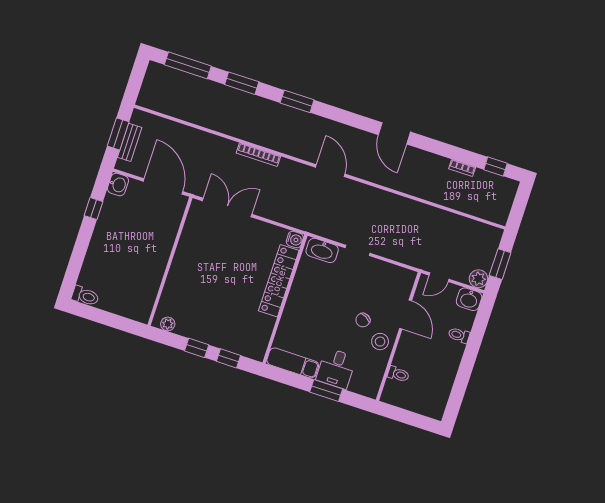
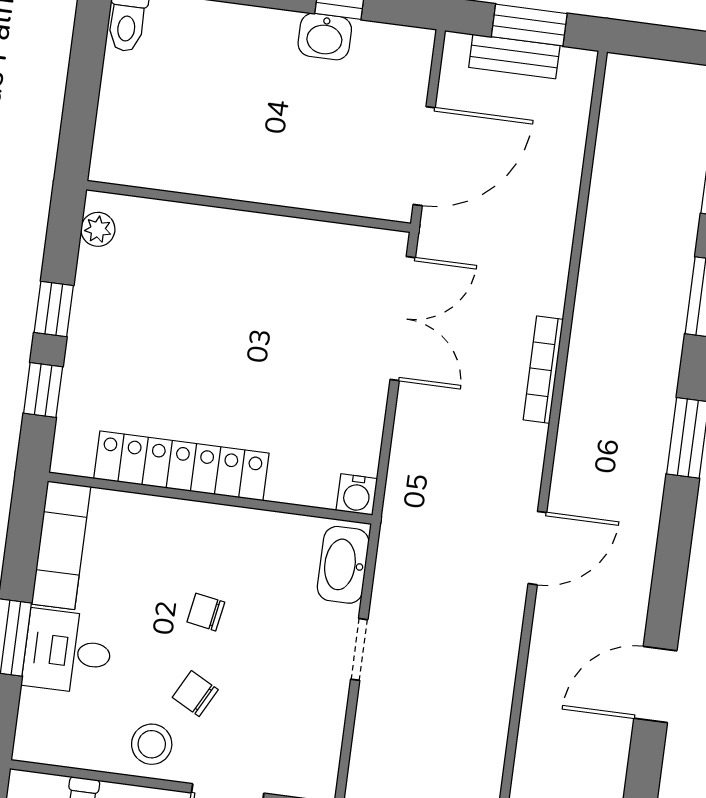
washbasin: (118, 185) -> (325, 37), moved
locker: (279, 281) -> (181, 466), moved
chair: (331, 310) -> (206, 612), added

